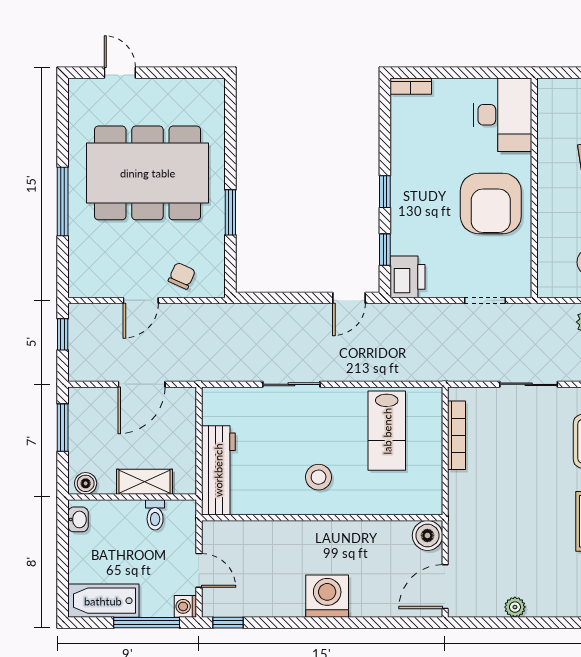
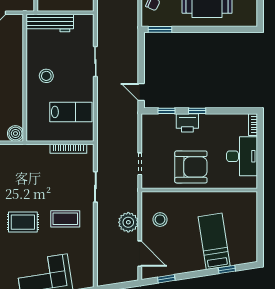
desk: (503, 115) -> (242, 156), moved, turned -90
armchair: (491, 203) -> (191, 167), turned 180
window: (230, 212) -> (160, 29), moved
printer: (407, 277) -> (187, 123), moved
lab bench: (387, 431) -> (71, 112), turned 180

